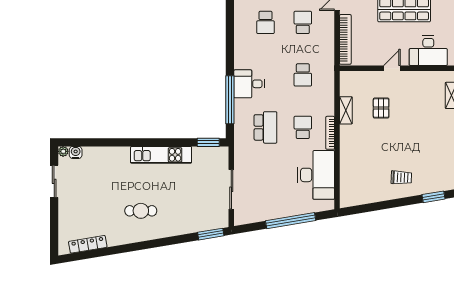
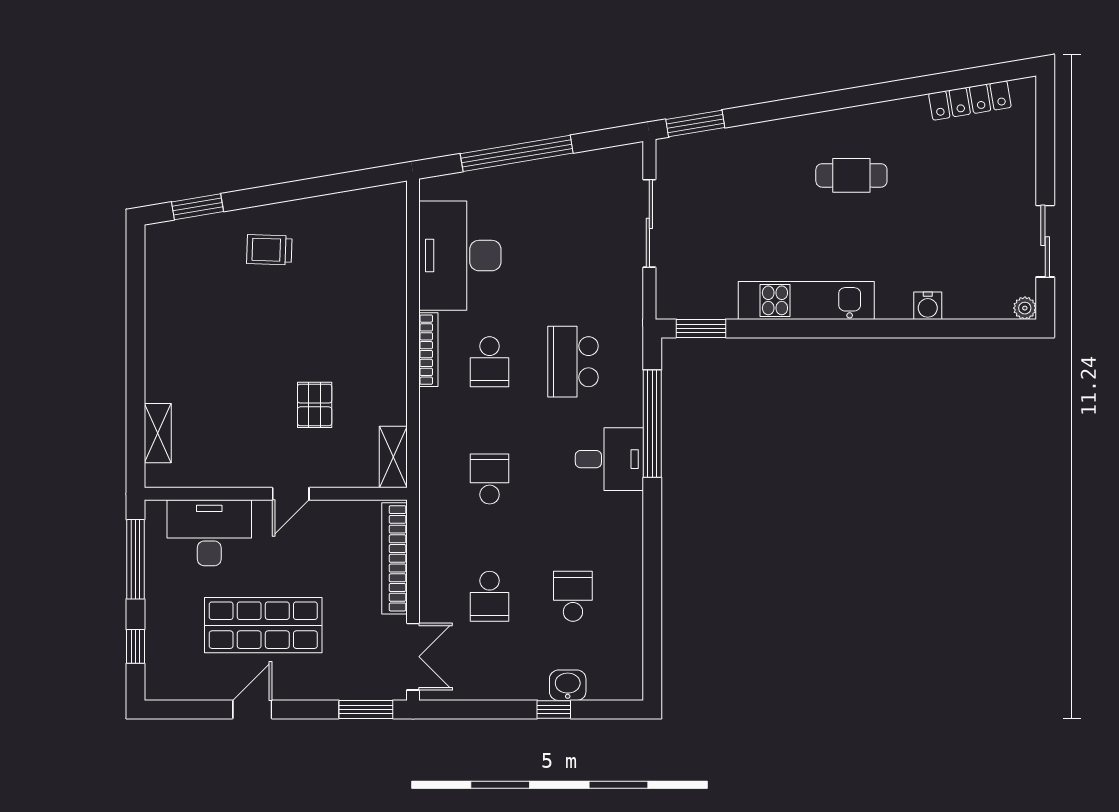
shelving: (346, 110) -> (393, 457), moved
water cooler: (76, 152) -> (928, 306), moved

